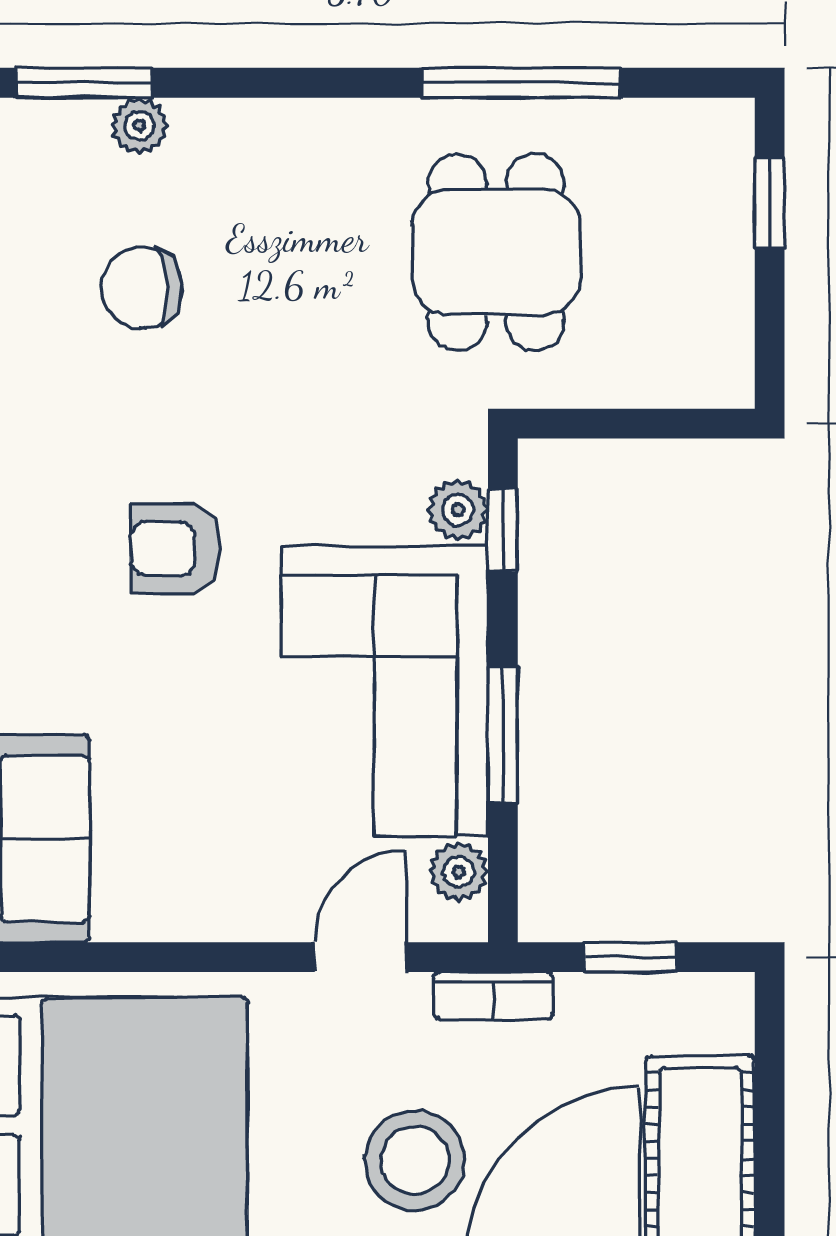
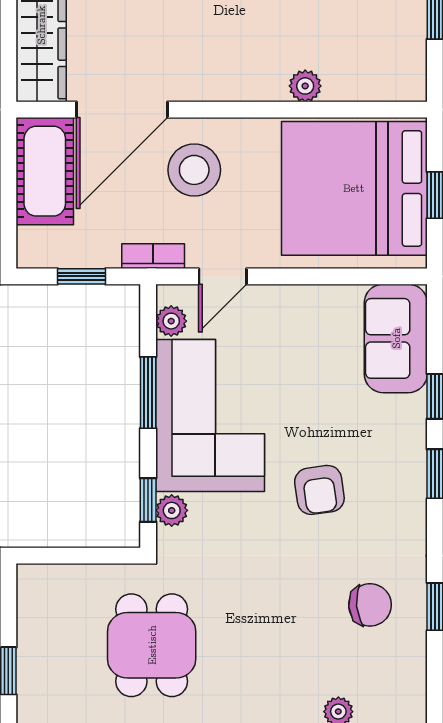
chair: (142, 288) -> (370, 605), moved
armchair: (175, 549) -> (319, 490), turned 82

